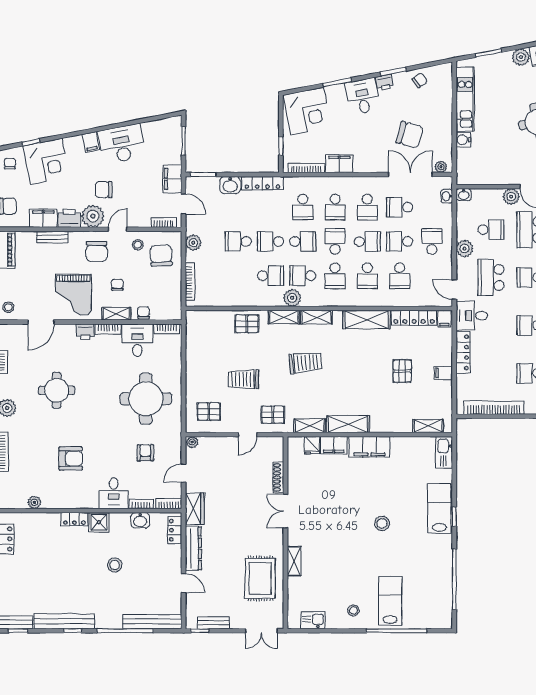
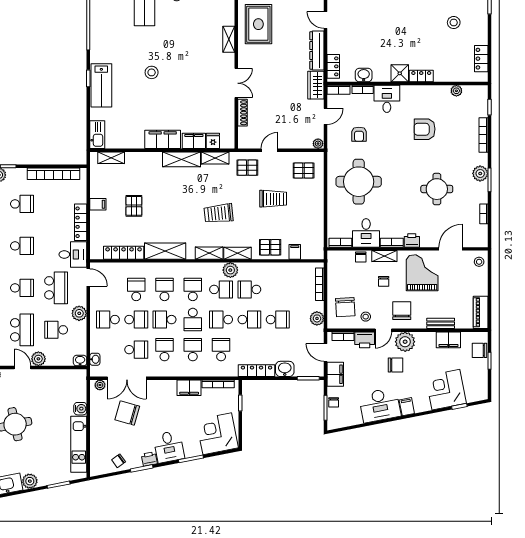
chair: (10, 164) -> (334, 402), moved
printer: (69, 218) -> (365, 340), moved
school desk: (432, 241) -> (108, 320), turned 90
filing cabinet: (444, 319) -> (295, 252), moved
stool: (115, 565) -> (454, 22), moved

